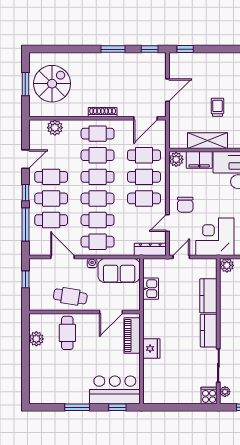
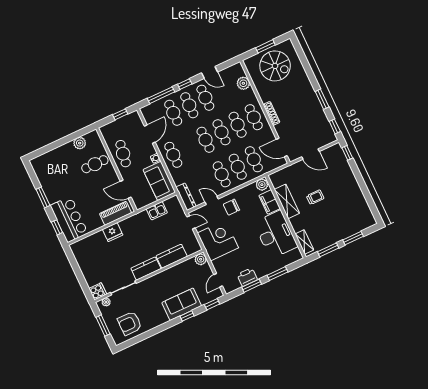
cafe table: (98, 220) -> (189, 147), removed

